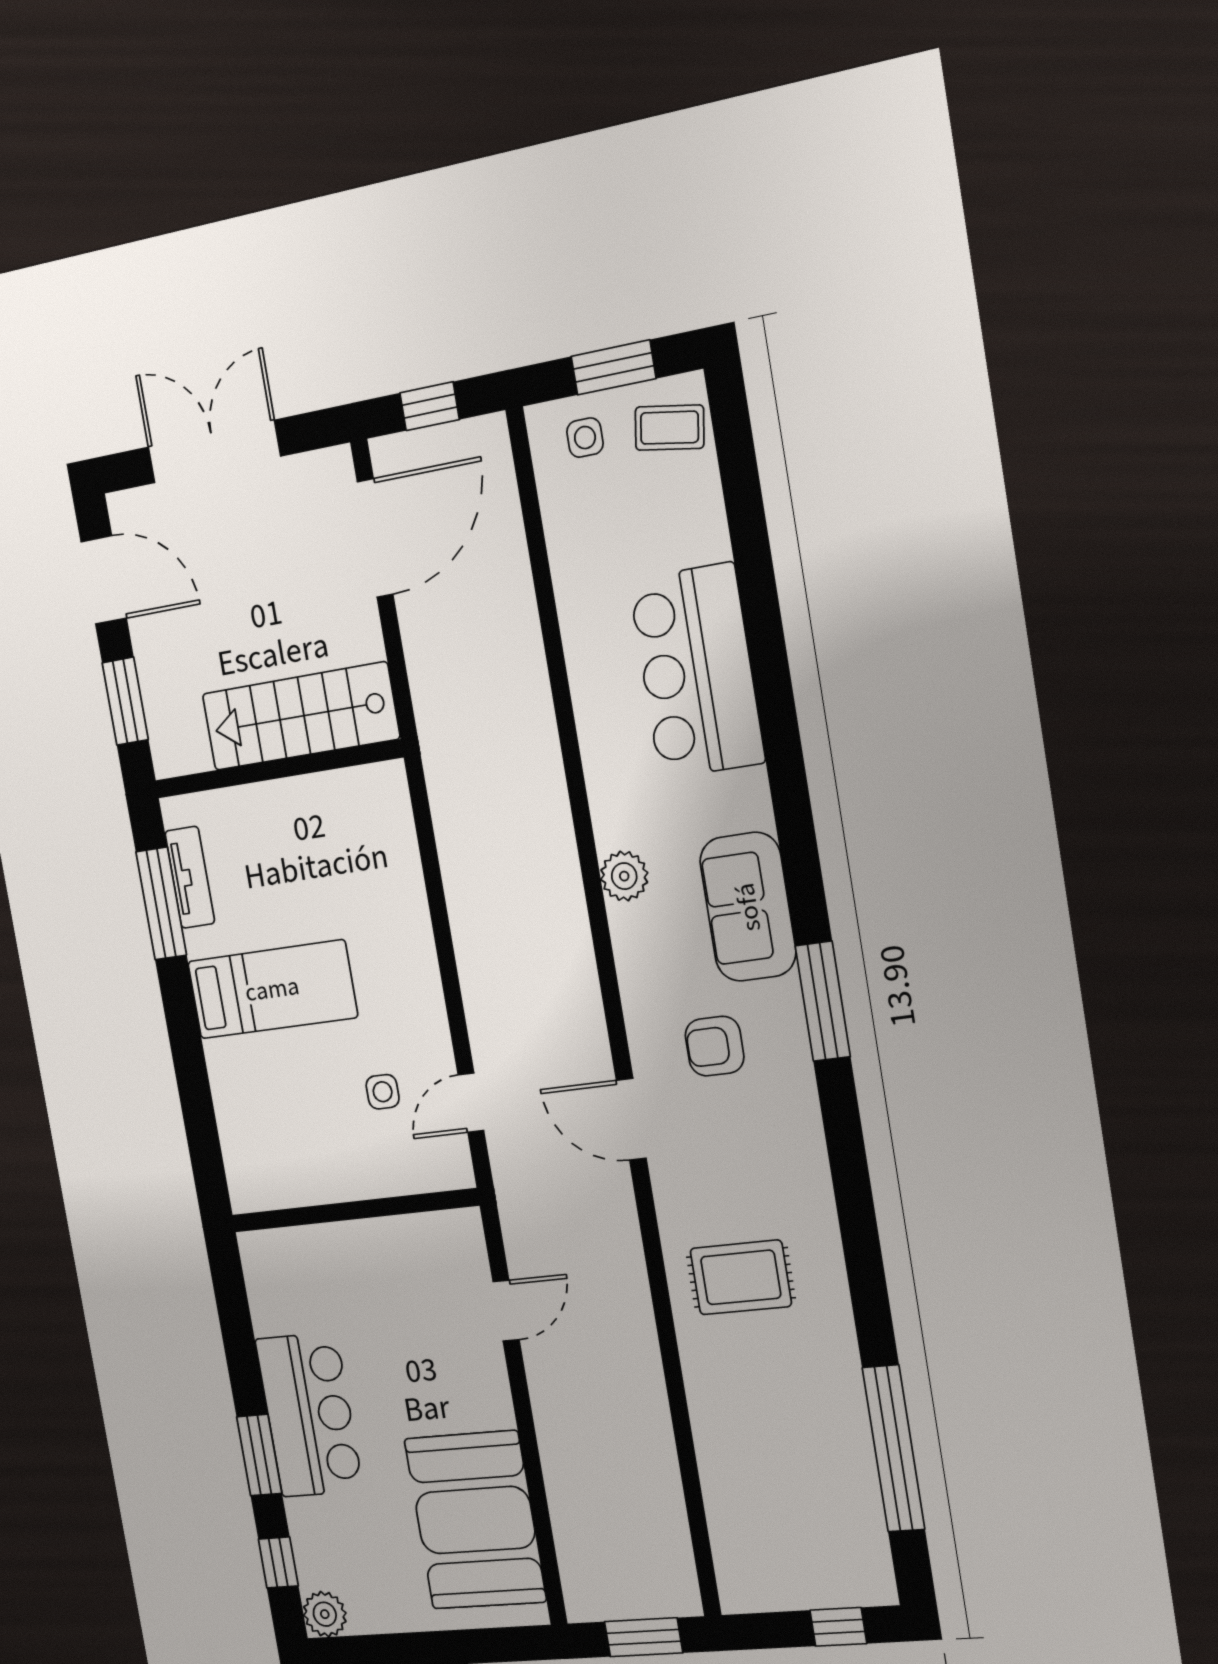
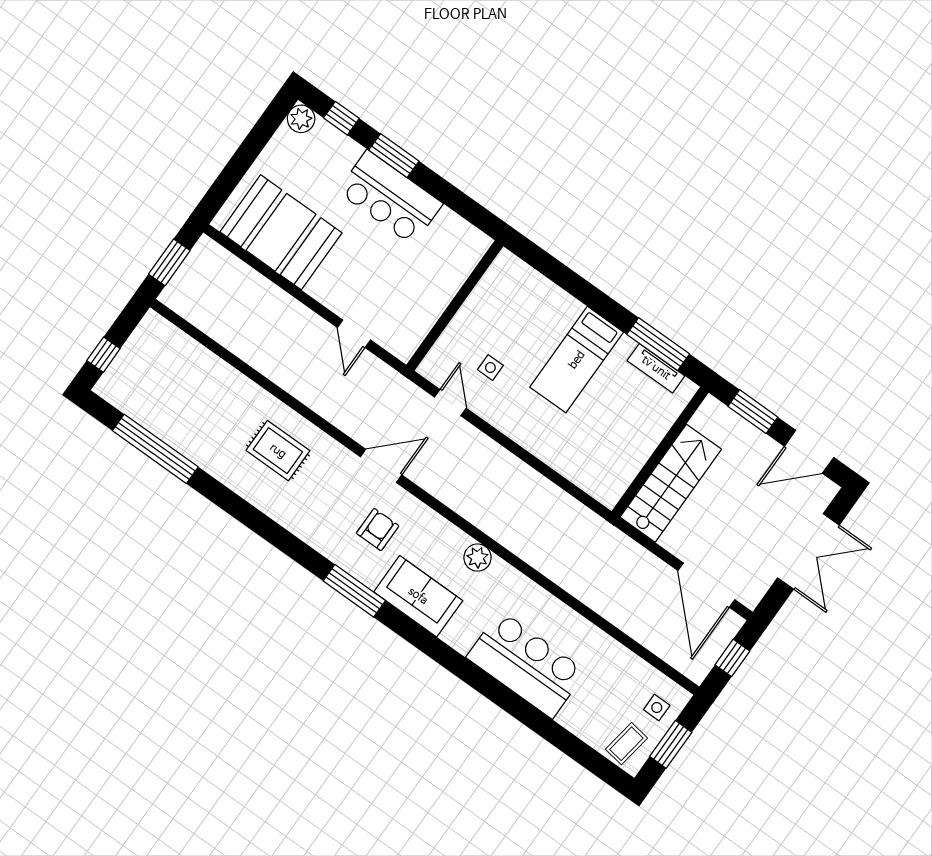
rug: (741, 1277) -> (278, 451), turned 90

